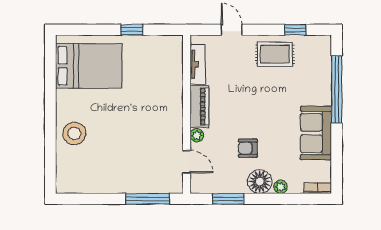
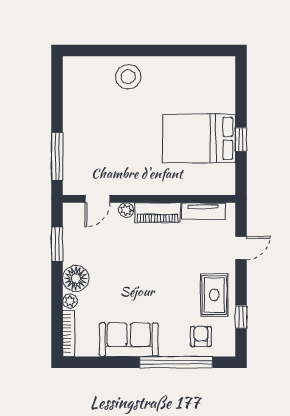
bed: (89, 66) -> (199, 138), moved, turned 90
armchair: (248, 148) -> (201, 336), moved
bookcase: (318, 188) -> (69, 333), width x1.56

